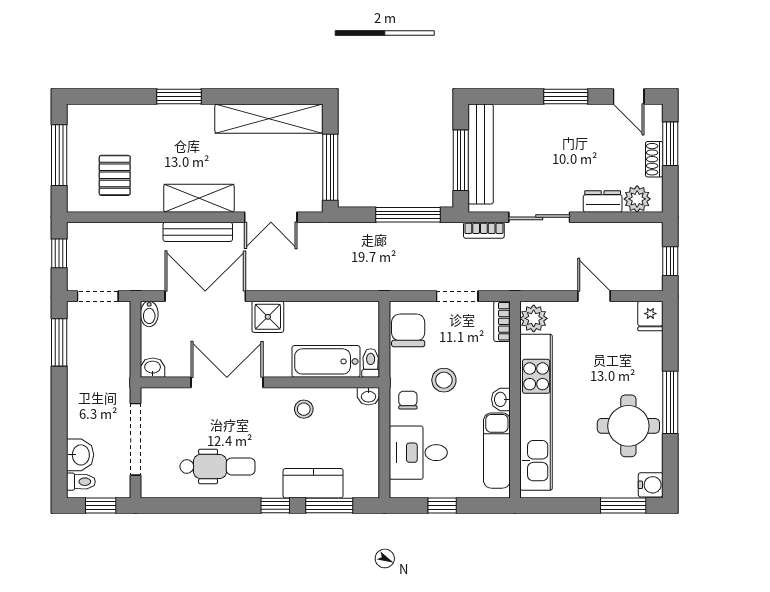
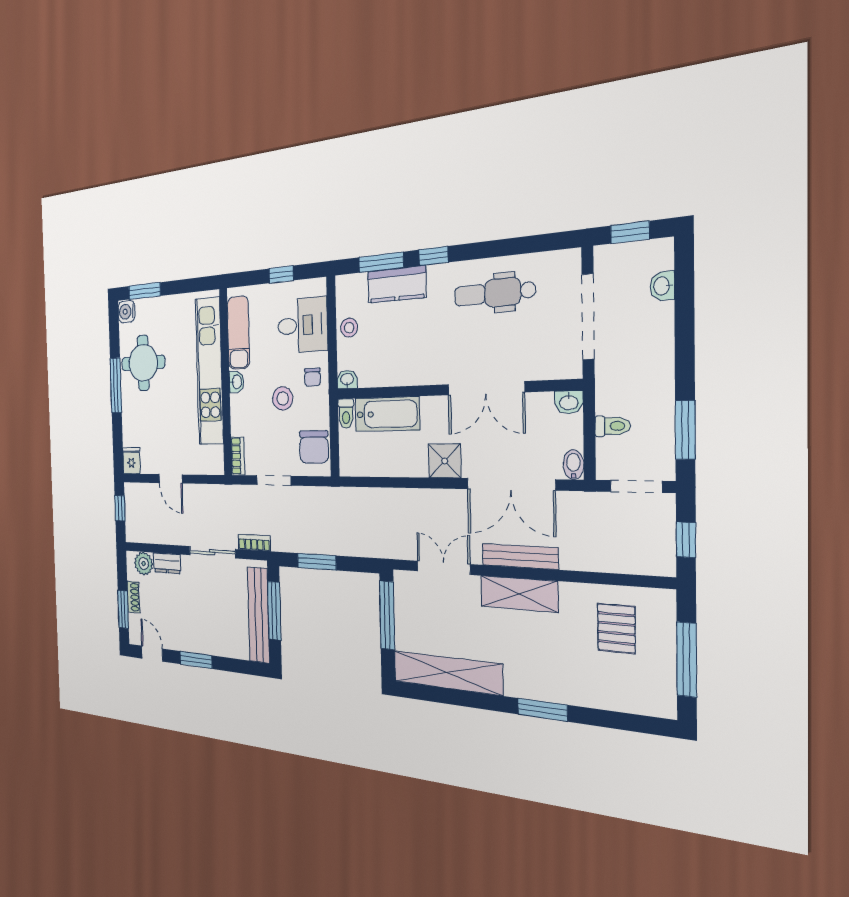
window: (408, 215) -> (317, 562), width x0.69
plant: (534, 318) -> (214, 459), removed
stool: (304, 409) -> (349, 328), moved
washbasin: (80, 455) -> (662, 286), width x0.72, depth x0.69
toilet: (81, 482) -> (612, 426), moved, turned 180

